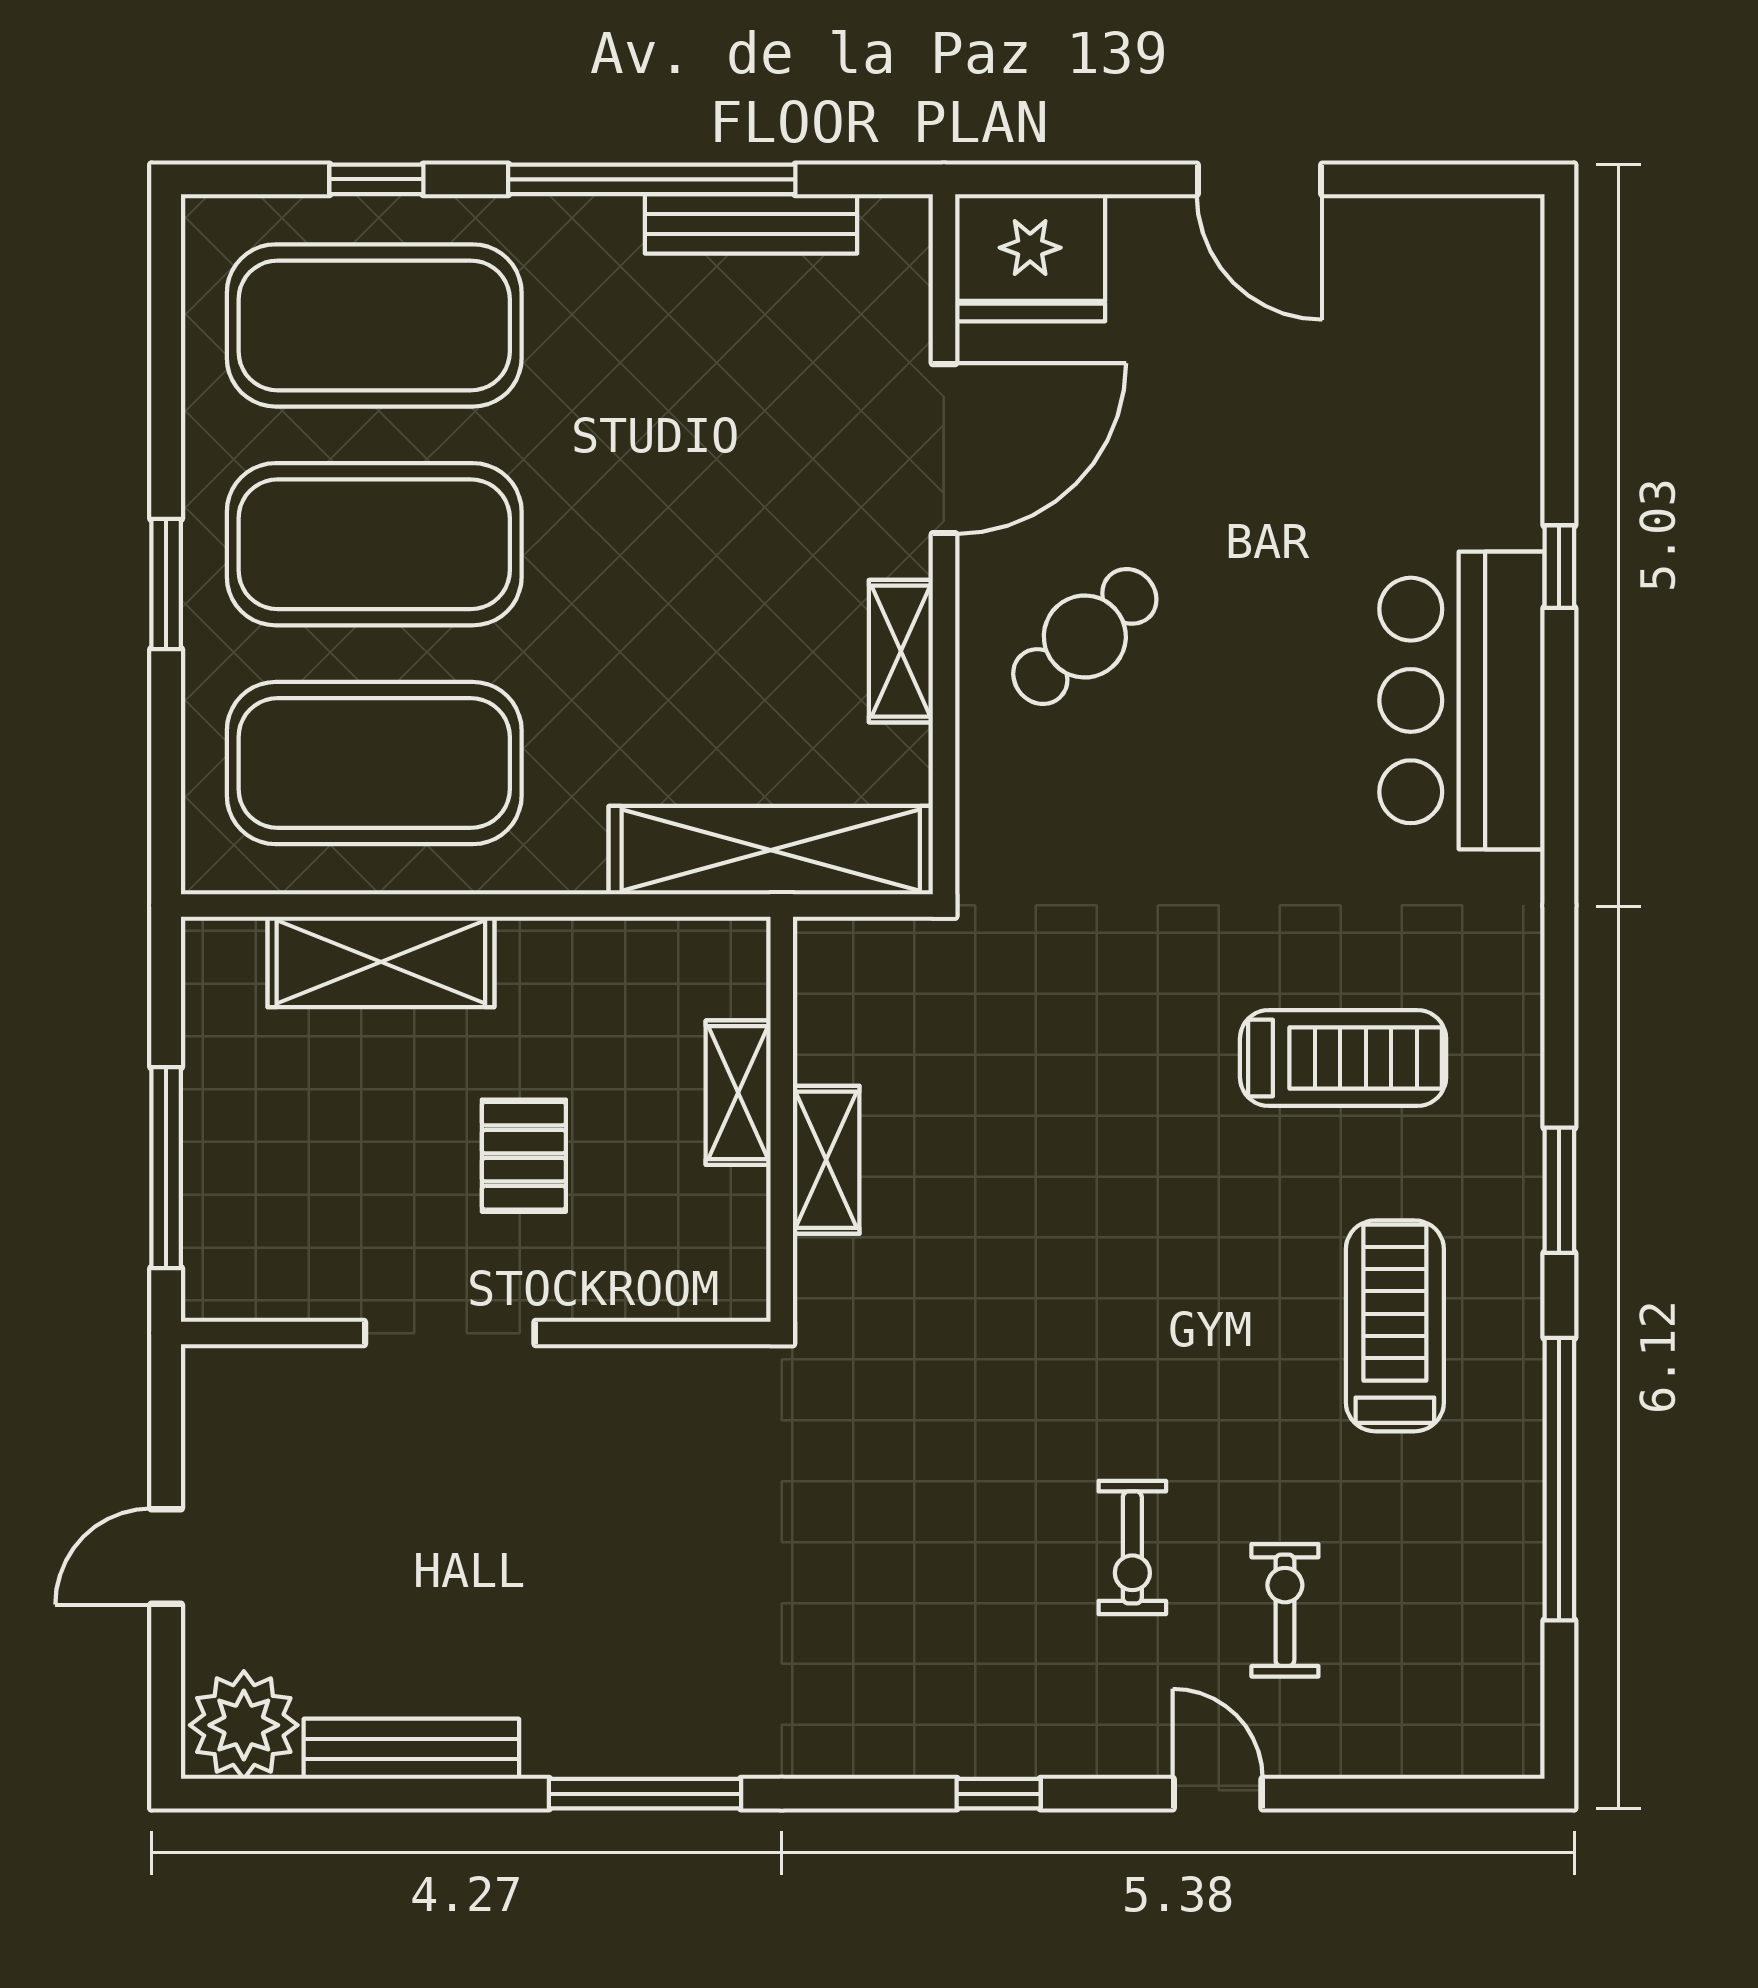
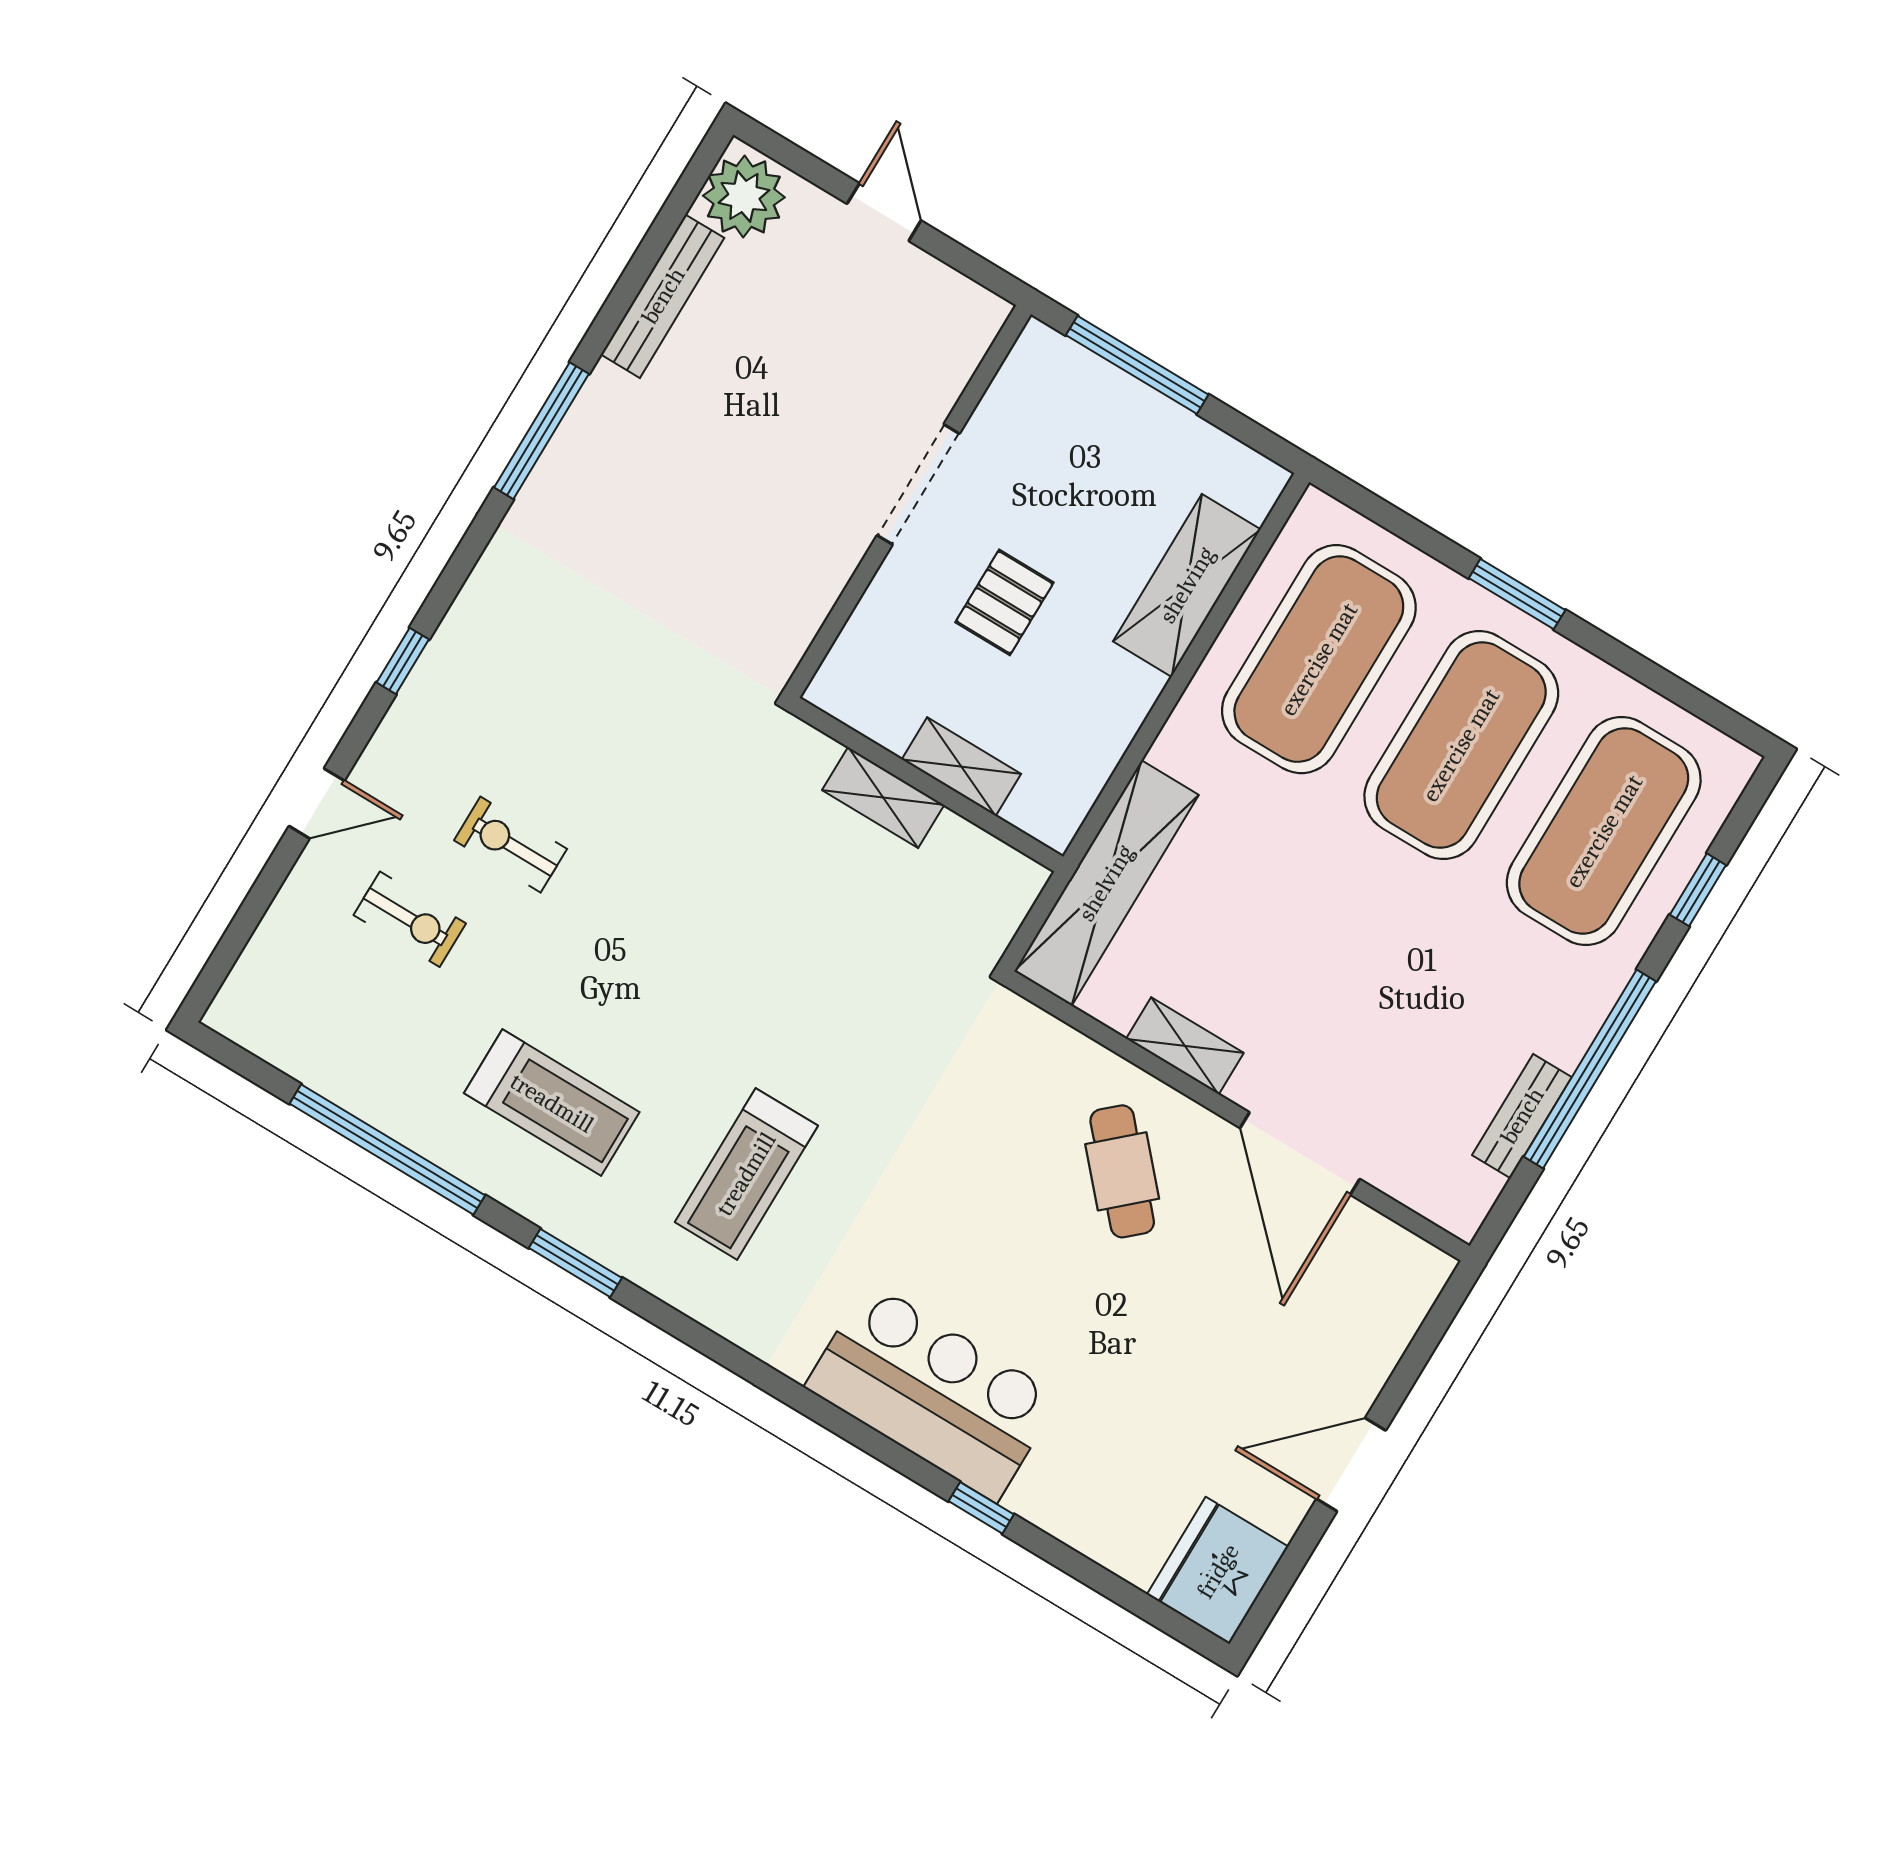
bench: (751, 224) -> (1522, 1116), width x0.73
fridge: (1030, 258) -> (1218, 1571), moved
pallet: (524, 1156) -> (1004, 602), turned 90

